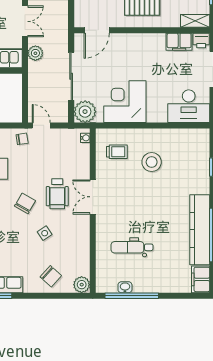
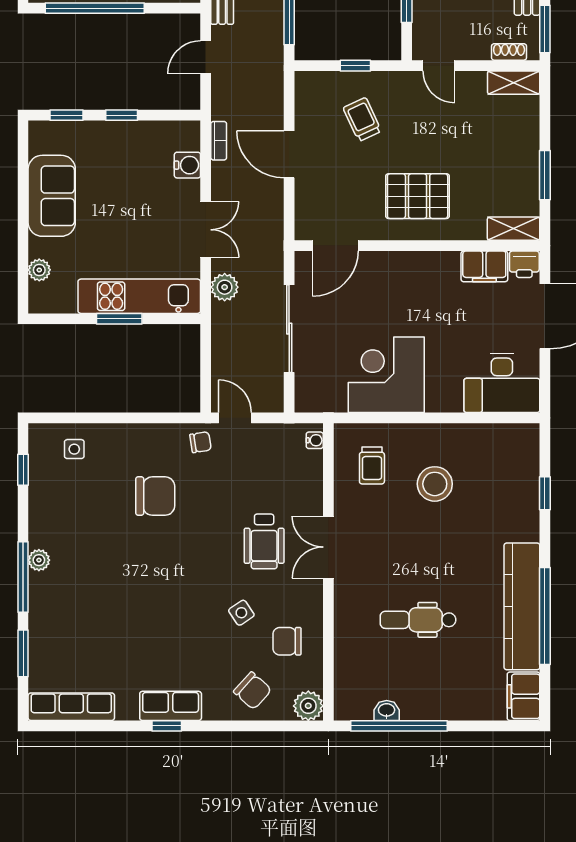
plant: (85, 112) -> (314, 393), removed
trolley: (117, 152) -> (372, 465), turned 90
chair: (25, 203) -> (287, 641), moved, turned -120
dental chair: (132, 247) -> (418, 620), moved

